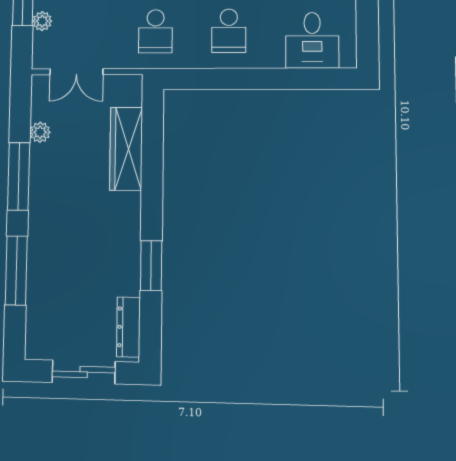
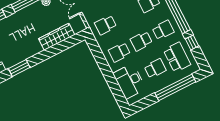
desk: (312, 40) -> (129, 81), width x1.37

